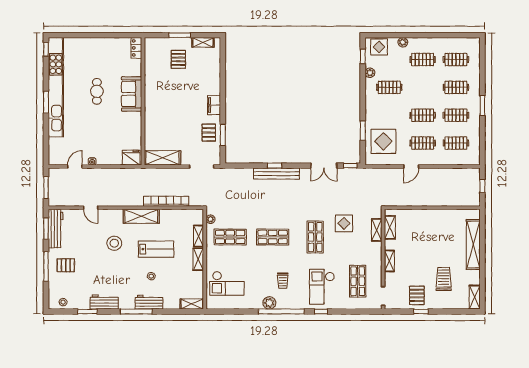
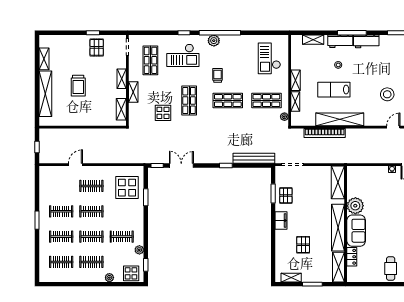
locker: (136, 48) -> (352, 257), moved
shelving: (151, 54) -> (339, 267), added
pallet: (178, 59) -> (303, 245), moved
cafe table: (97, 91) -> (391, 268), moved
shelving: (151, 97) -> (338, 228), added
plant: (132, 121) -> (355, 206), added
clothes rail: (456, 143) -> (91, 237), moved
fridge: (131, 158) -> (356, 173), removed
shelving: (162, 158) -> (338, 182), moved, turned 90
door: (411, 166) -> (75, 165), moved
bench: (276, 174) -> (254, 158), moved
door: (91, 208) -> (393, 127), hinge flipped
shelving: (141, 216) -> (340, 119), width x1.47
shelving: (377, 230) -> (133, 92), moved
stool: (114, 243) -> (387, 94), moved
trolley: (444, 279) -> (78, 86), moved
trolley: (283, 281) -> (218, 75), moved
checkout: (227, 283) -> (269, 58), turned -90
checkout: (322, 287) -> (183, 55), turned 90
shelving: (475, 297) -> (44, 59), moved
workbench: (104, 302) -> (366, 41), moved
plant: (269, 303) -> (214, 41), moved
shelving: (192, 304) -> (313, 40), moved

